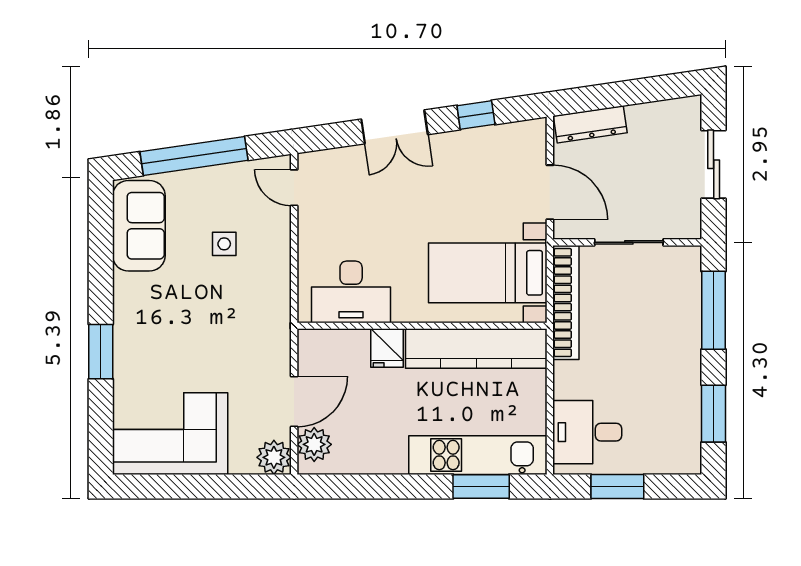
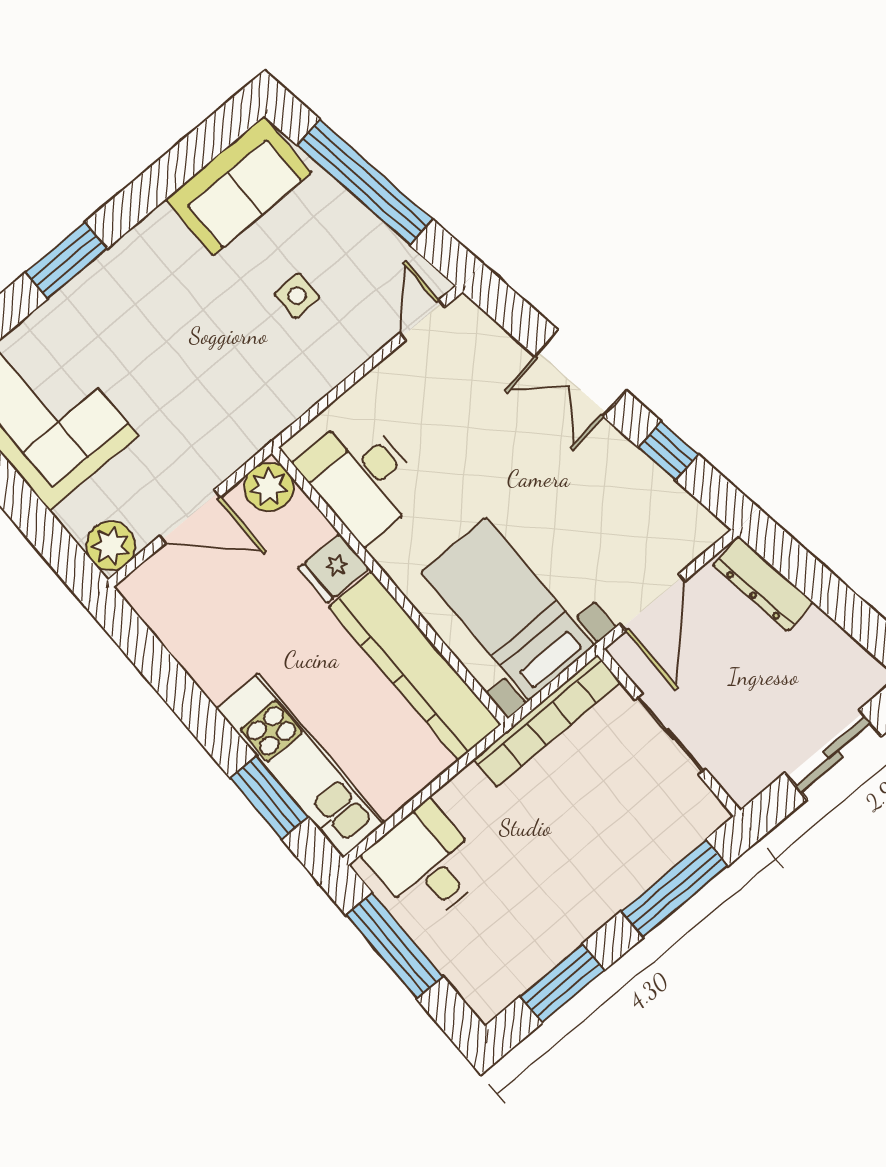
plant: (314, 444) -> (269, 487), moved
window: (617, 486) -> (395, 946), width x1.44

